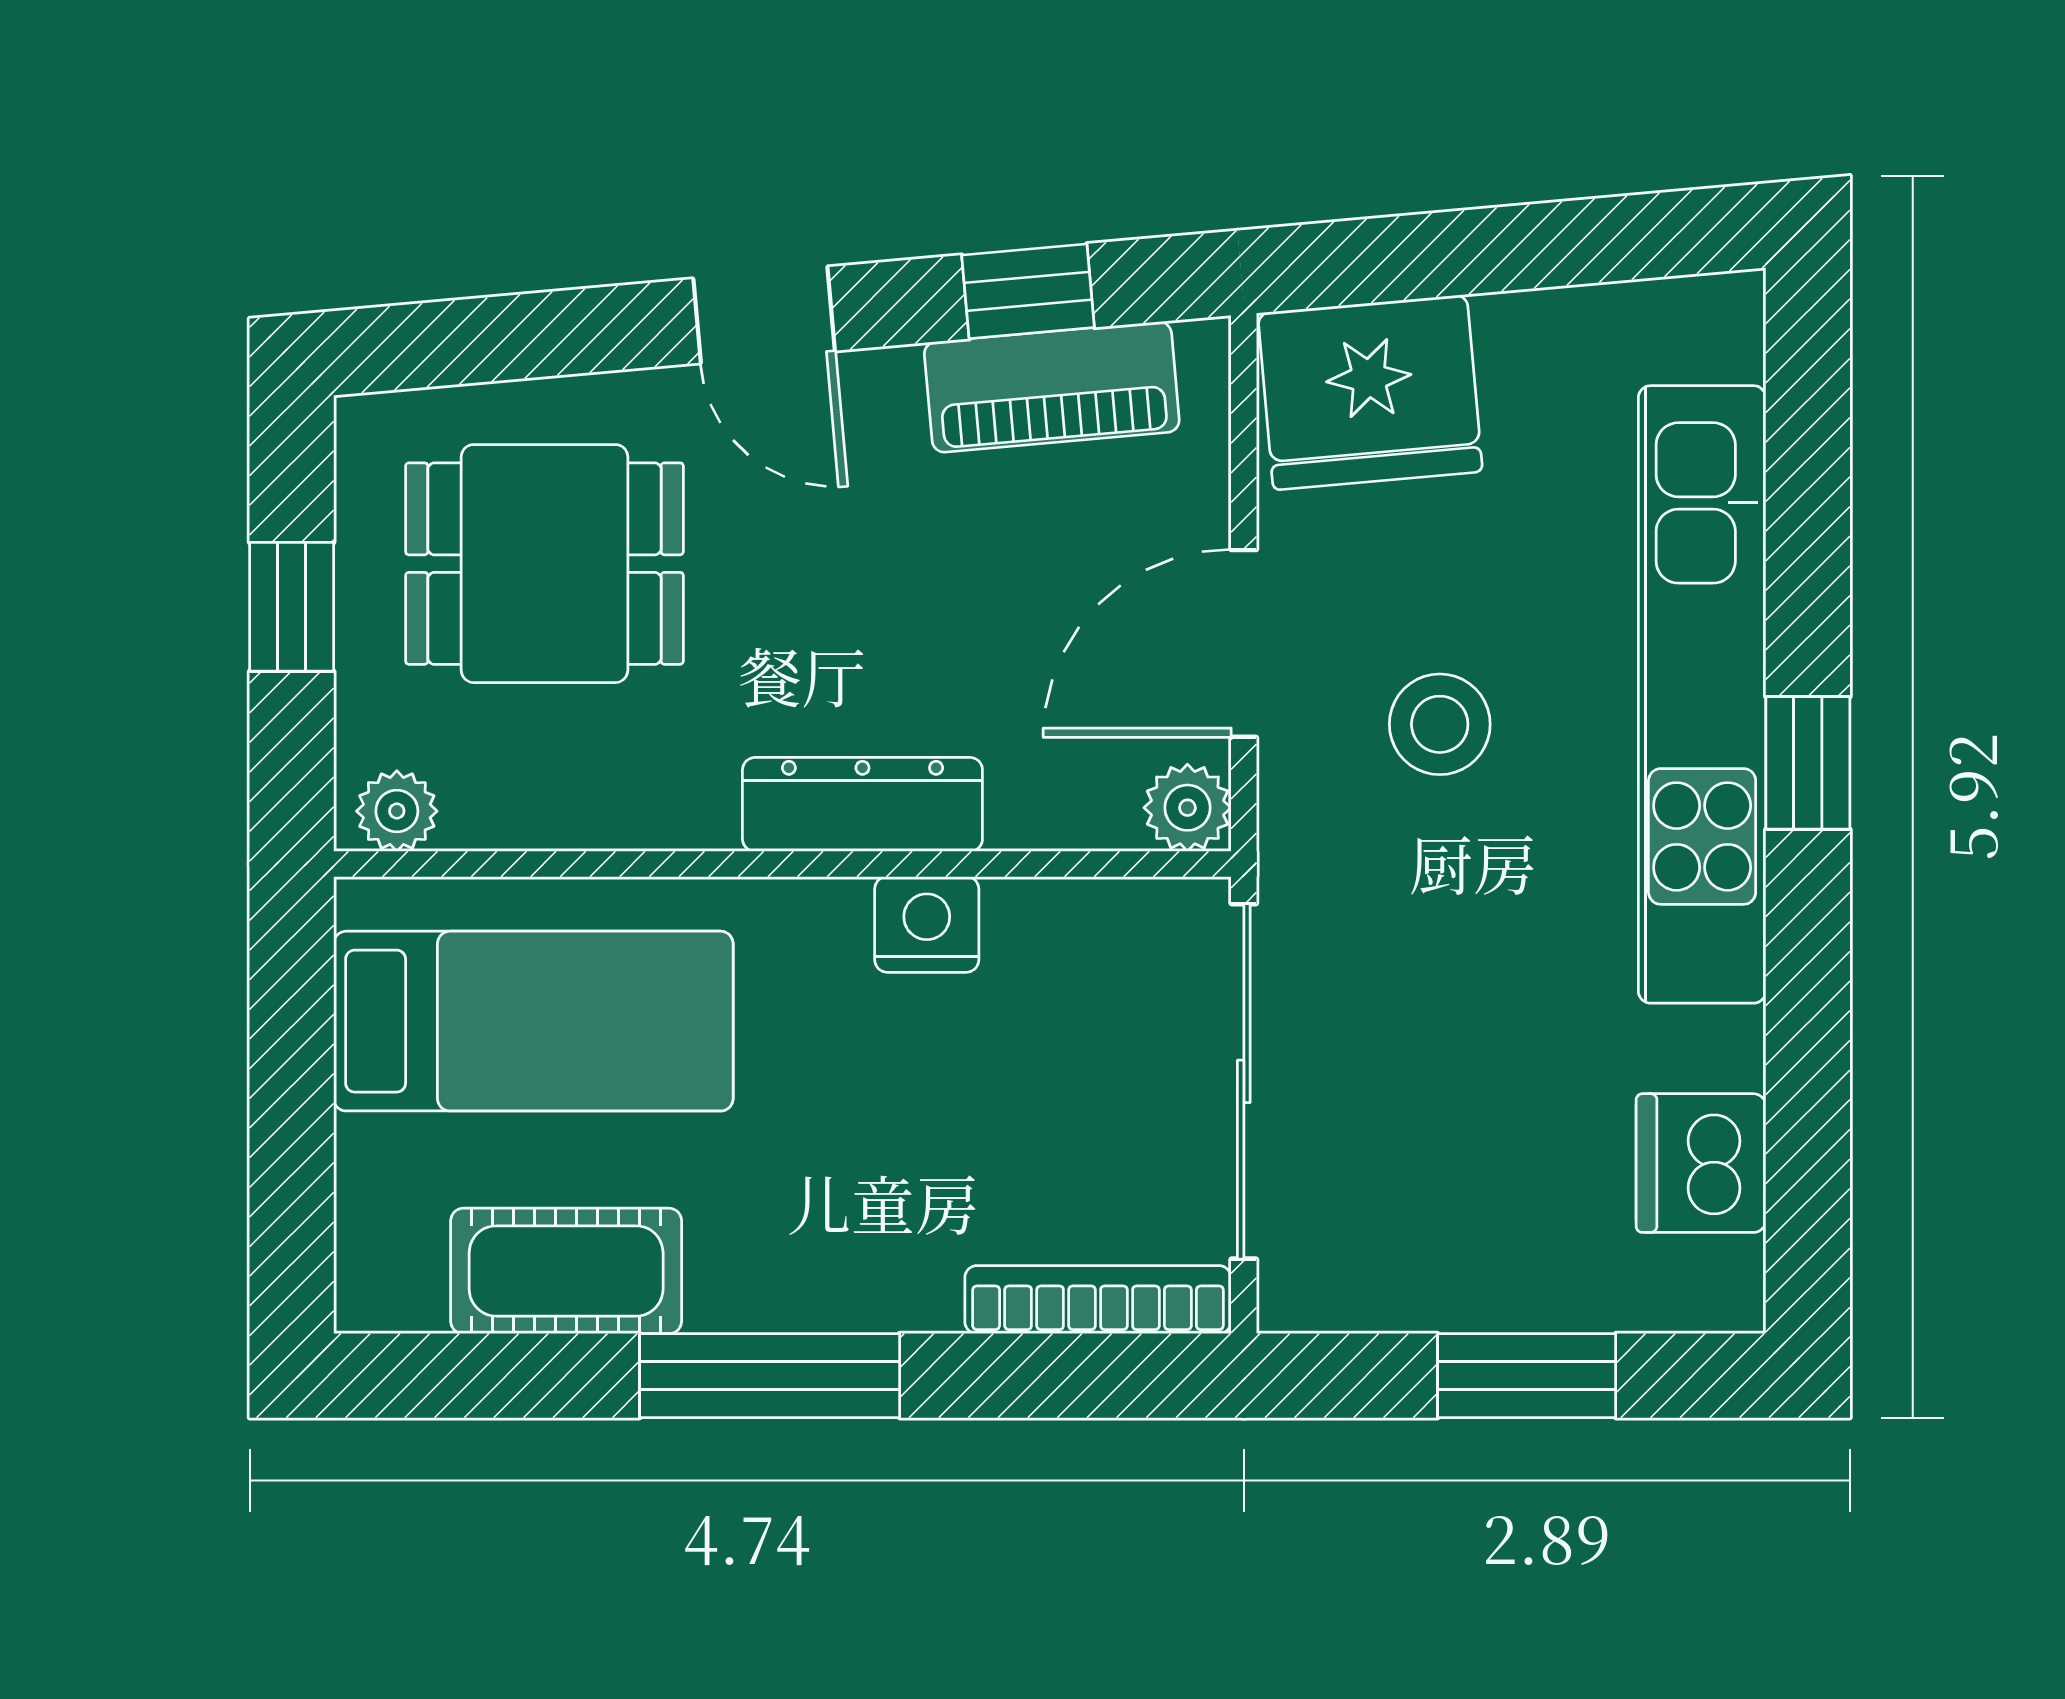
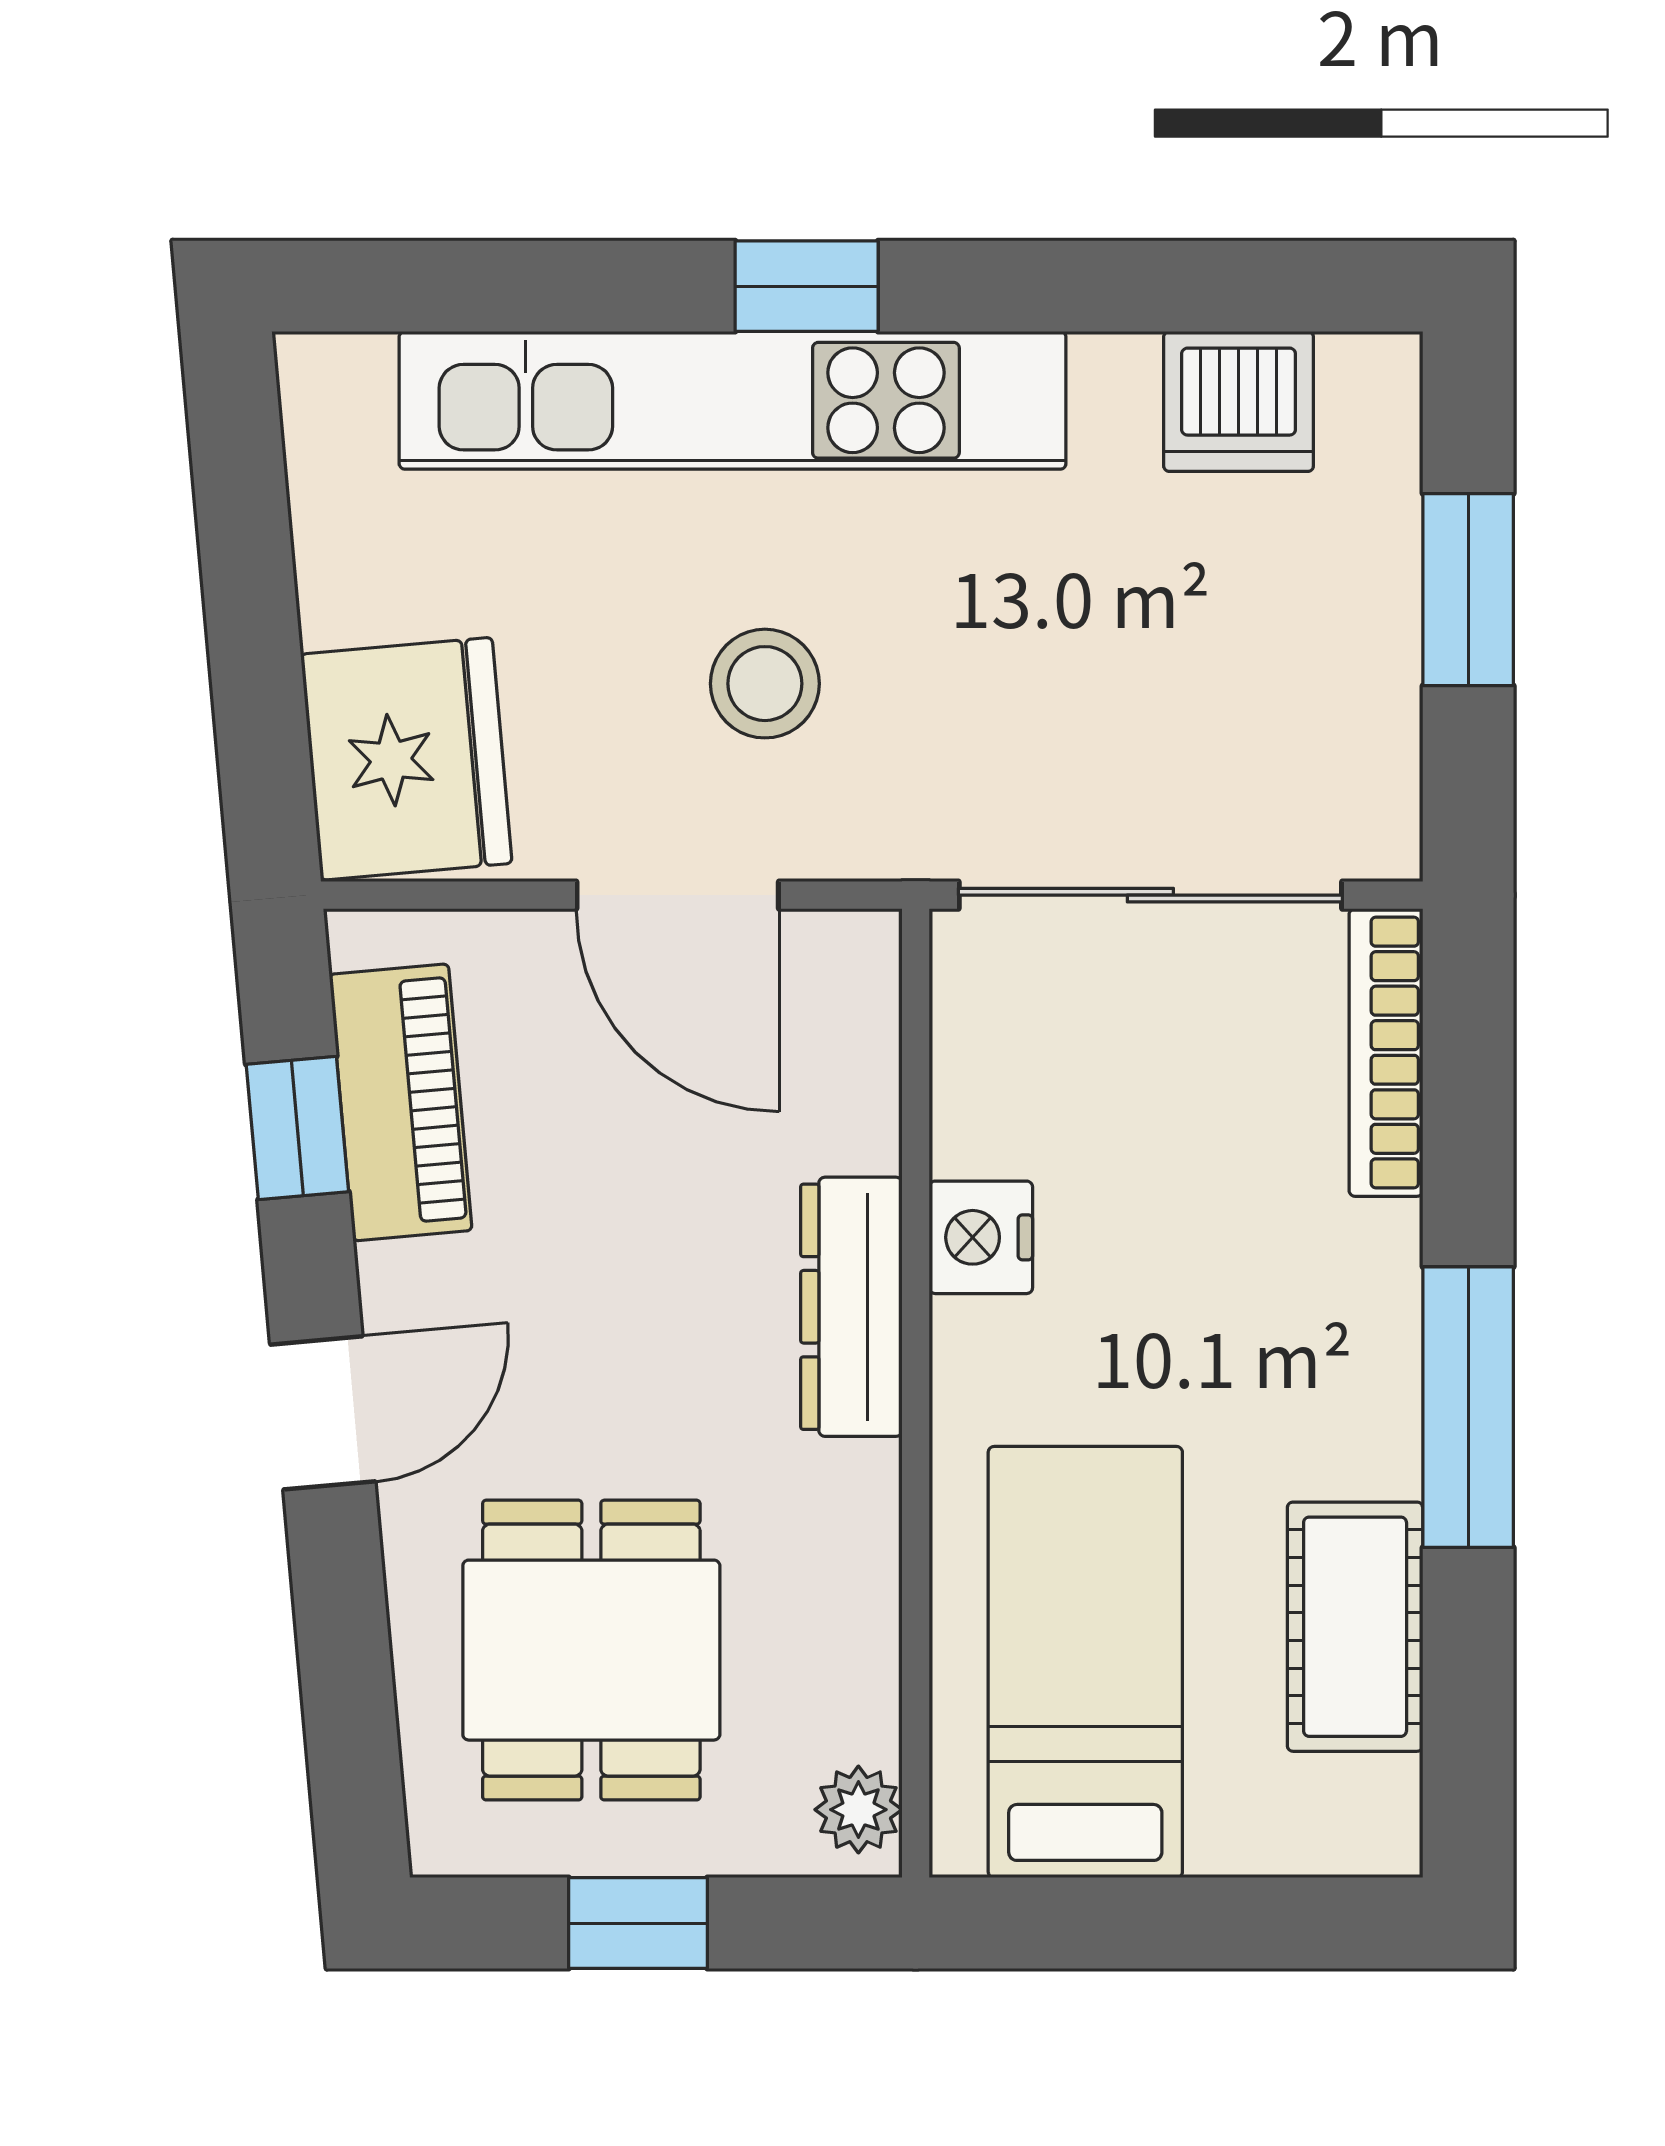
plant: (1187, 808) -> (855, 956), removed

